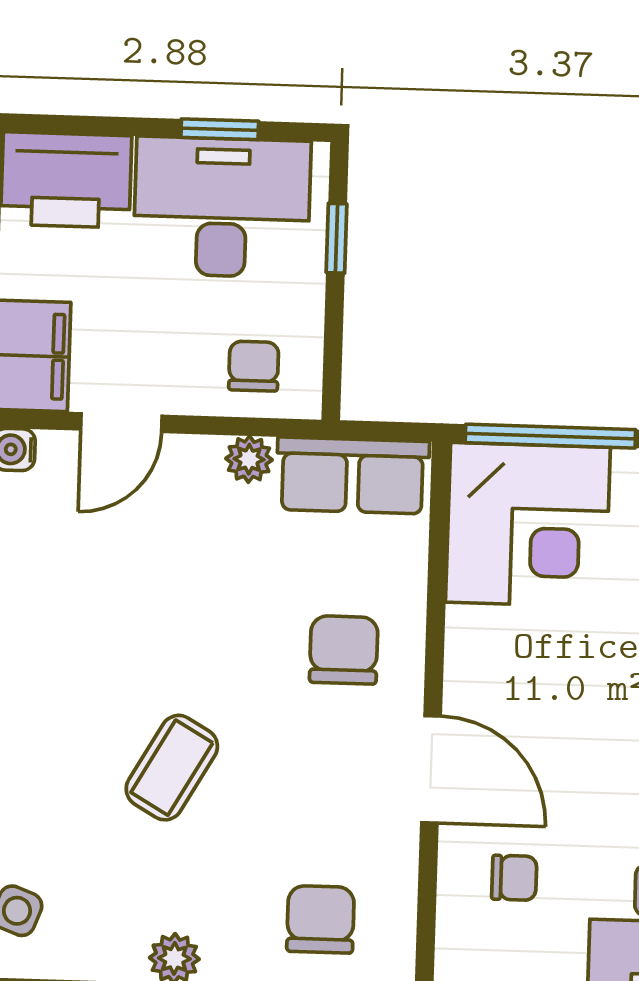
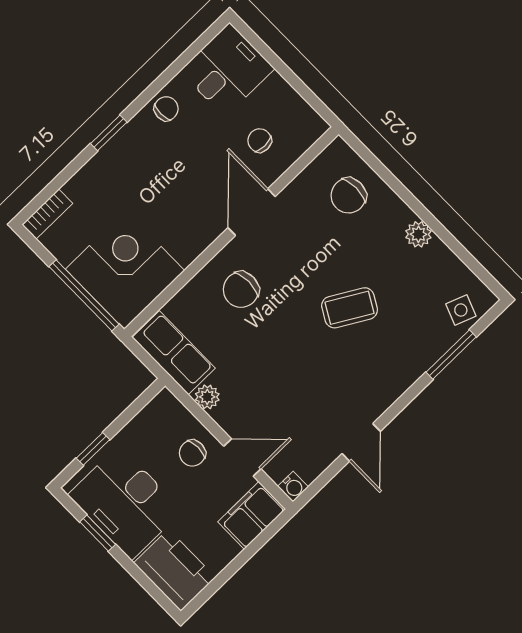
chair: (254, 366) -> (192, 453), moved

